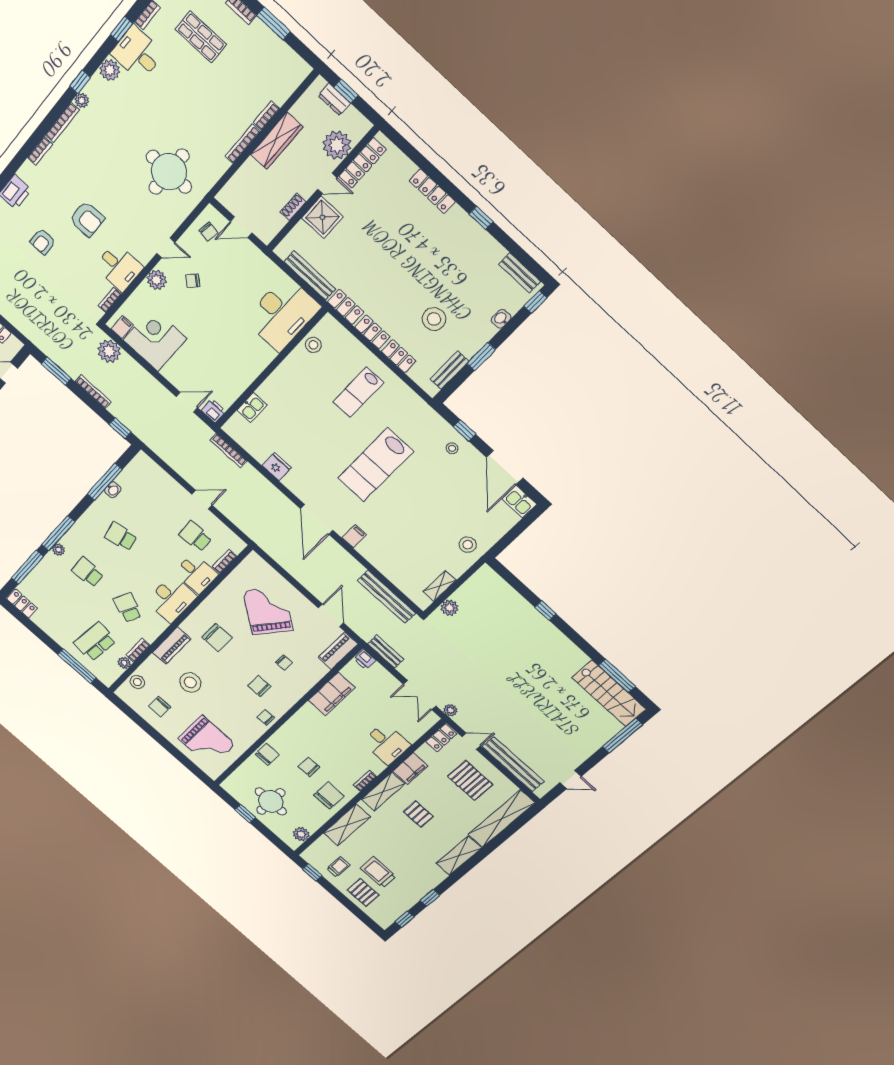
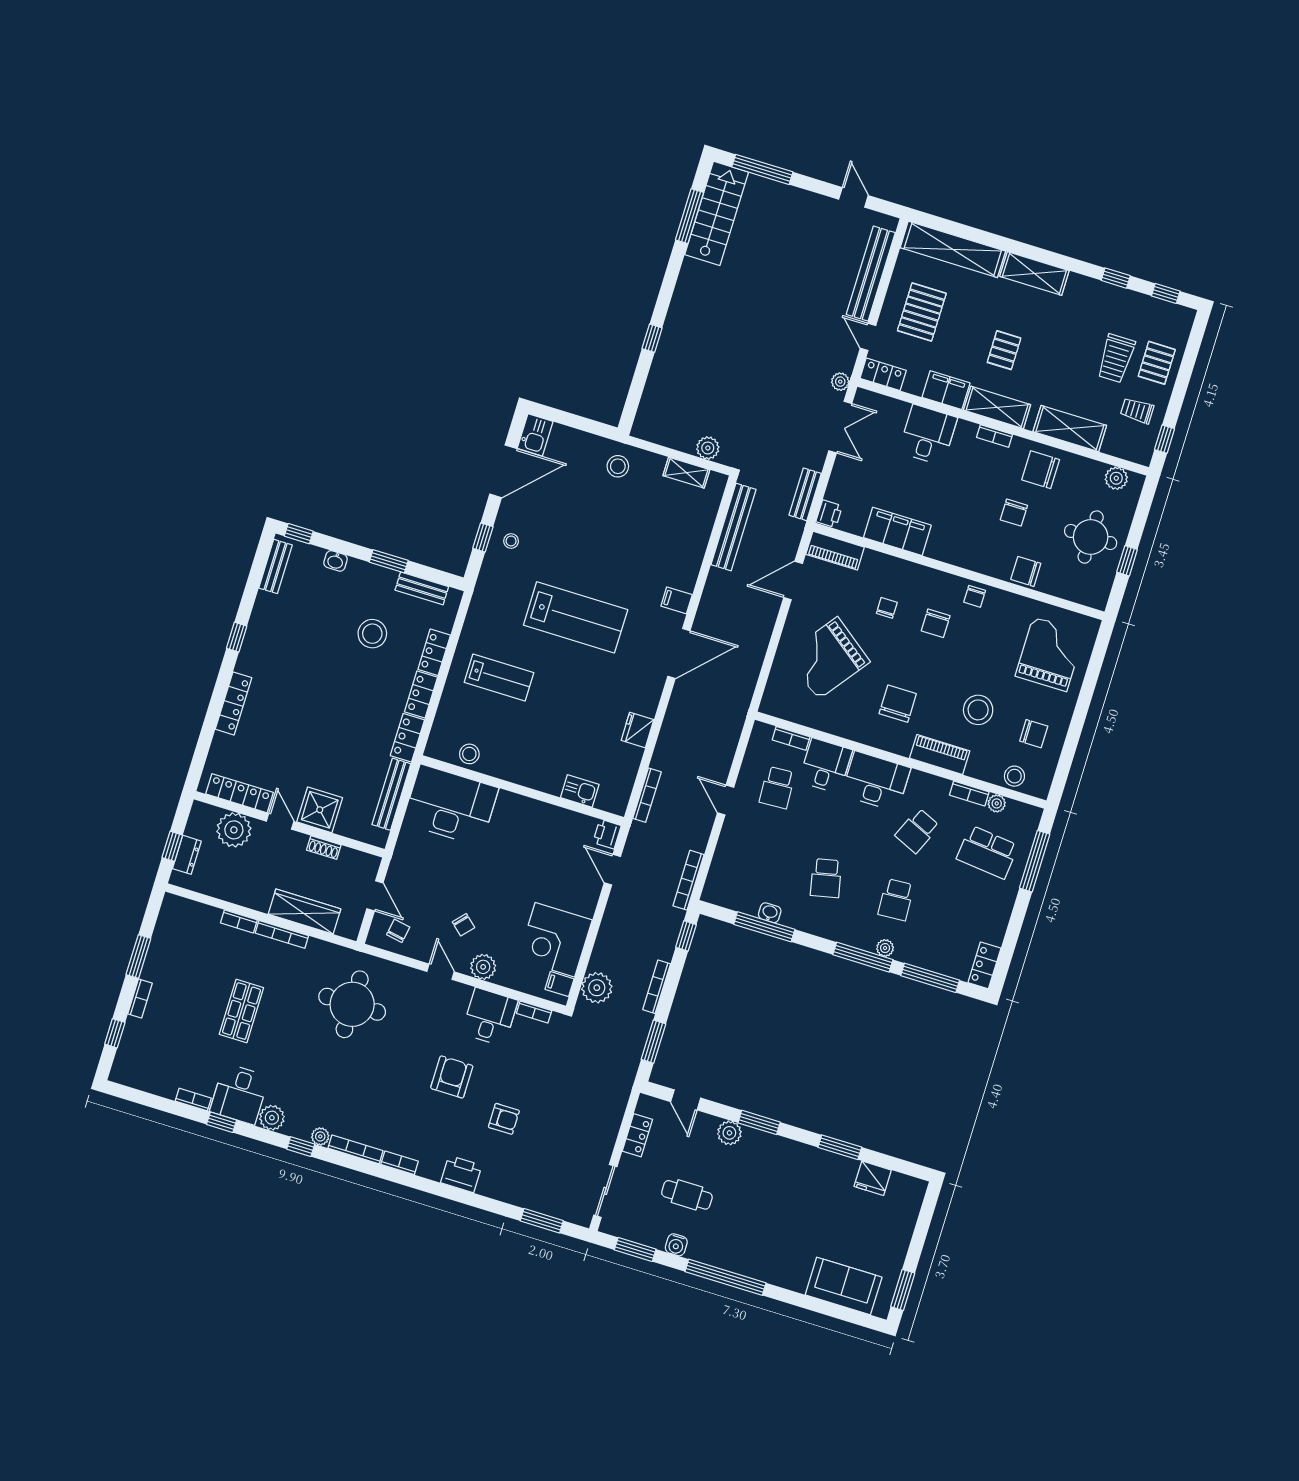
shop shelf: (201, 37) -> (241, 1011), moved
wardrobe: (277, 141) -> (304, 911), moved
bookcase: (158, 449) -> (688, 880), added

